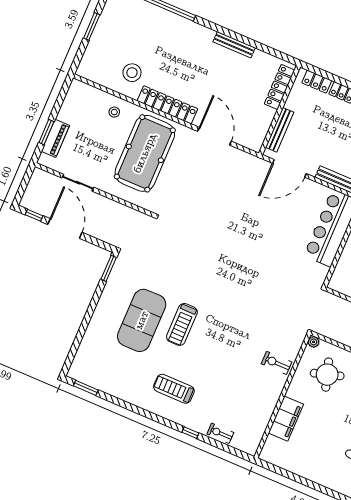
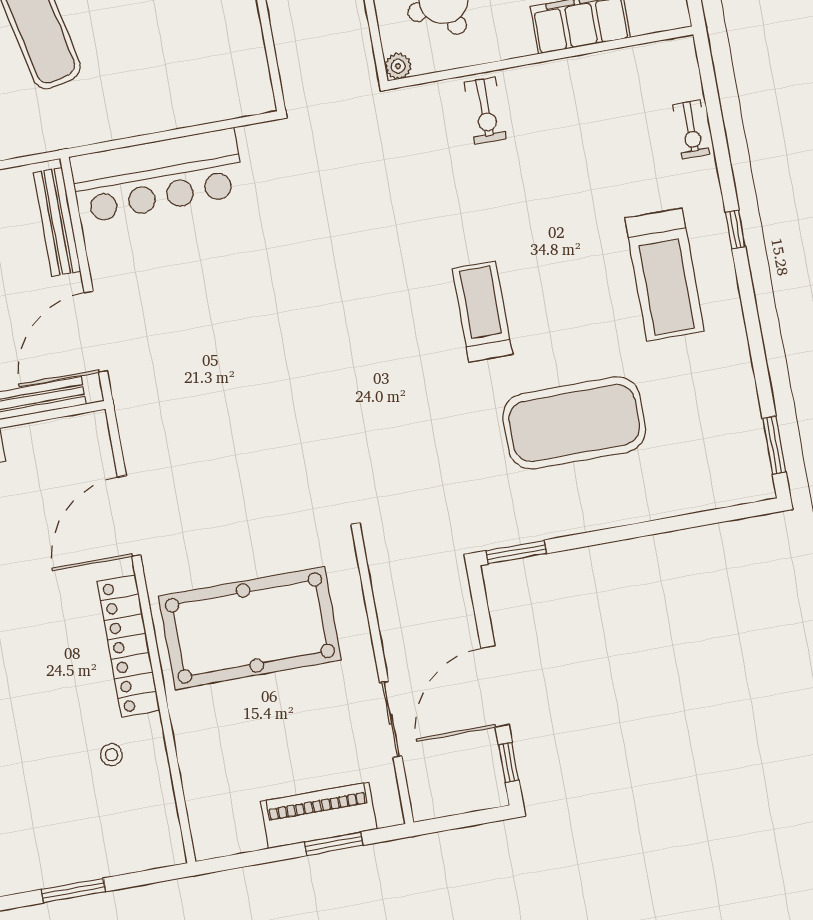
stool: (132, 73) -> (111, 755), width x0.53, depth x0.53
stool: (114, 112) -> (209, 739), removed
piano: (55, 138) -> (319, 815), width x1.37, depth x1.33
door: (289, 168) -> (96, 332), swing flipped
treadmill: (182, 324) -> (482, 311), moved, turned -90
treadmill: (174, 389) -> (665, 275), width x1.37, depth x1.38
window: (190, 433) -> (735, 229), moved

